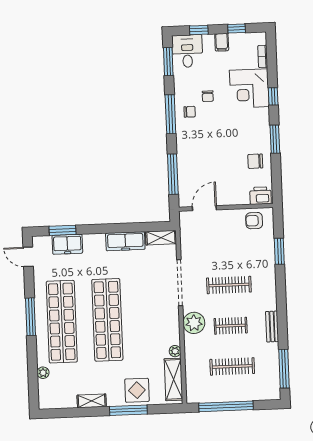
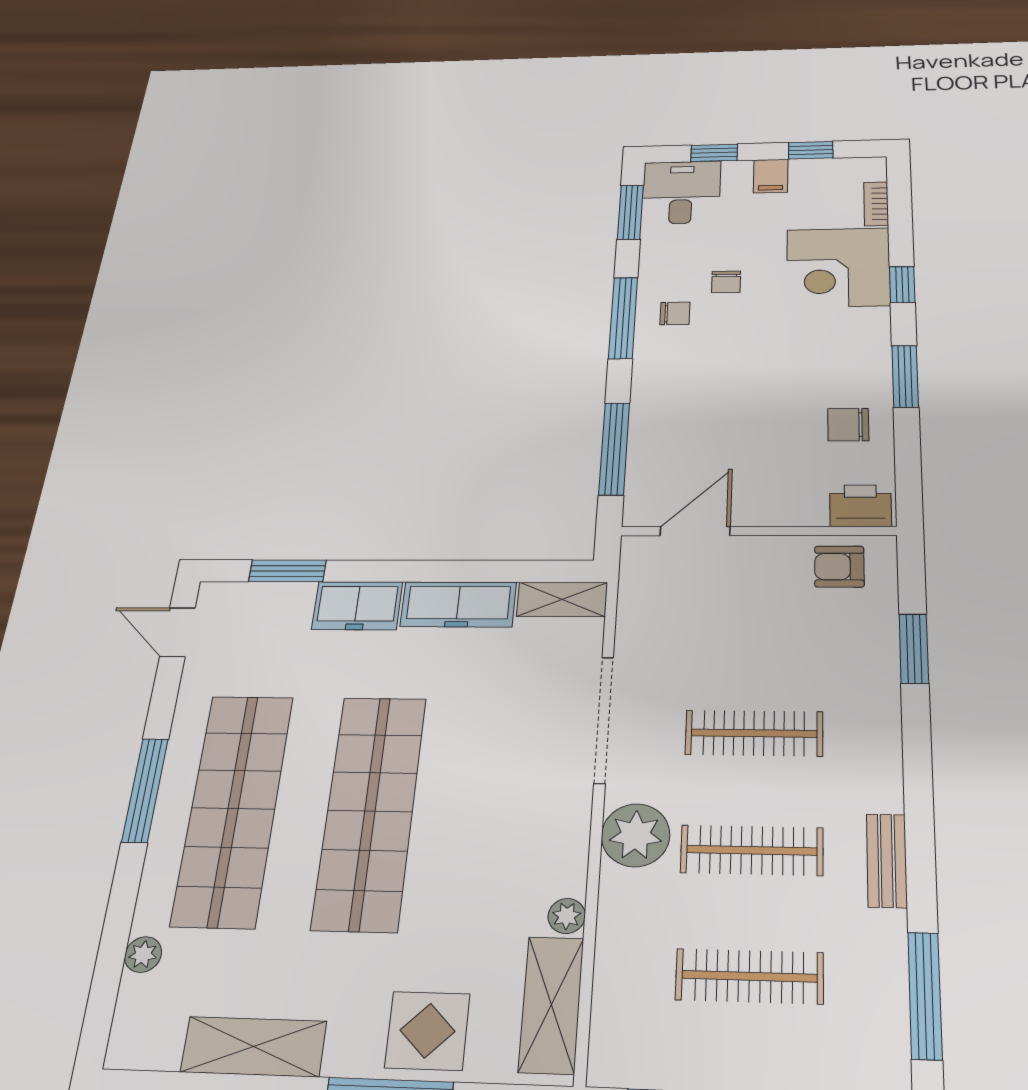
freezer: (67, 244) -> (357, 606), moved
clothes rail: (231, 326) -> (752, 850), width x1.36
shelving: (92, 401) -> (254, 1047), width x1.50, depth x1.33

